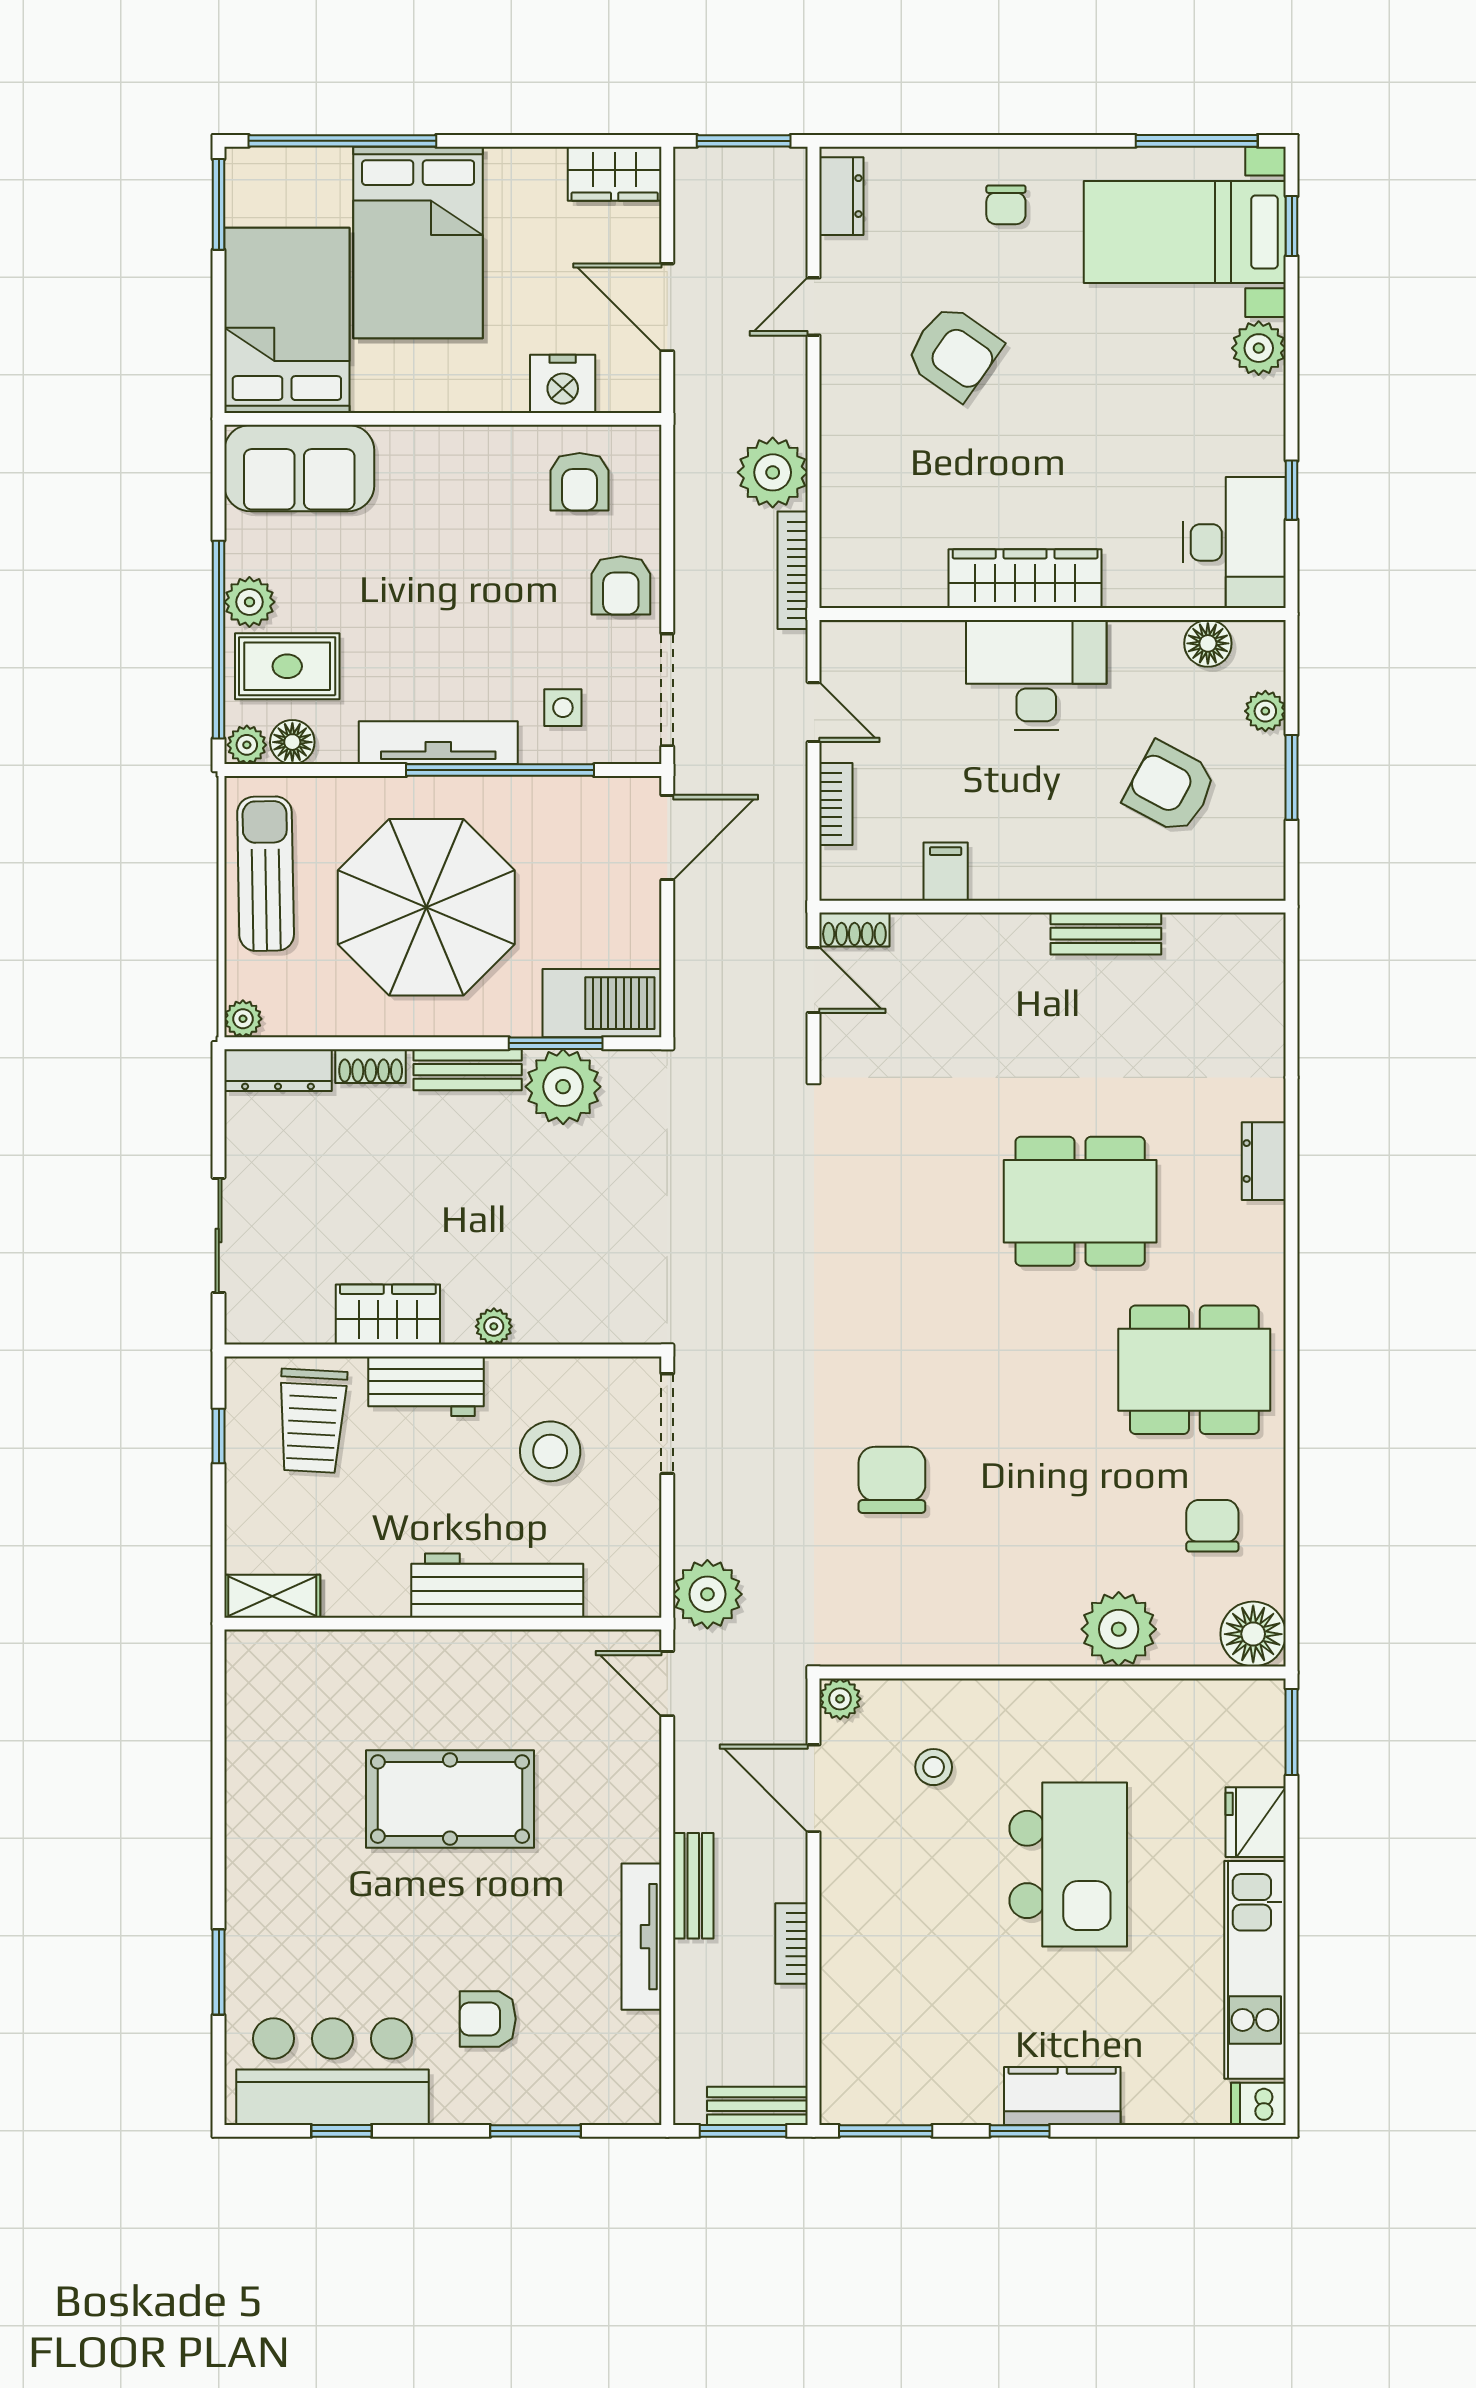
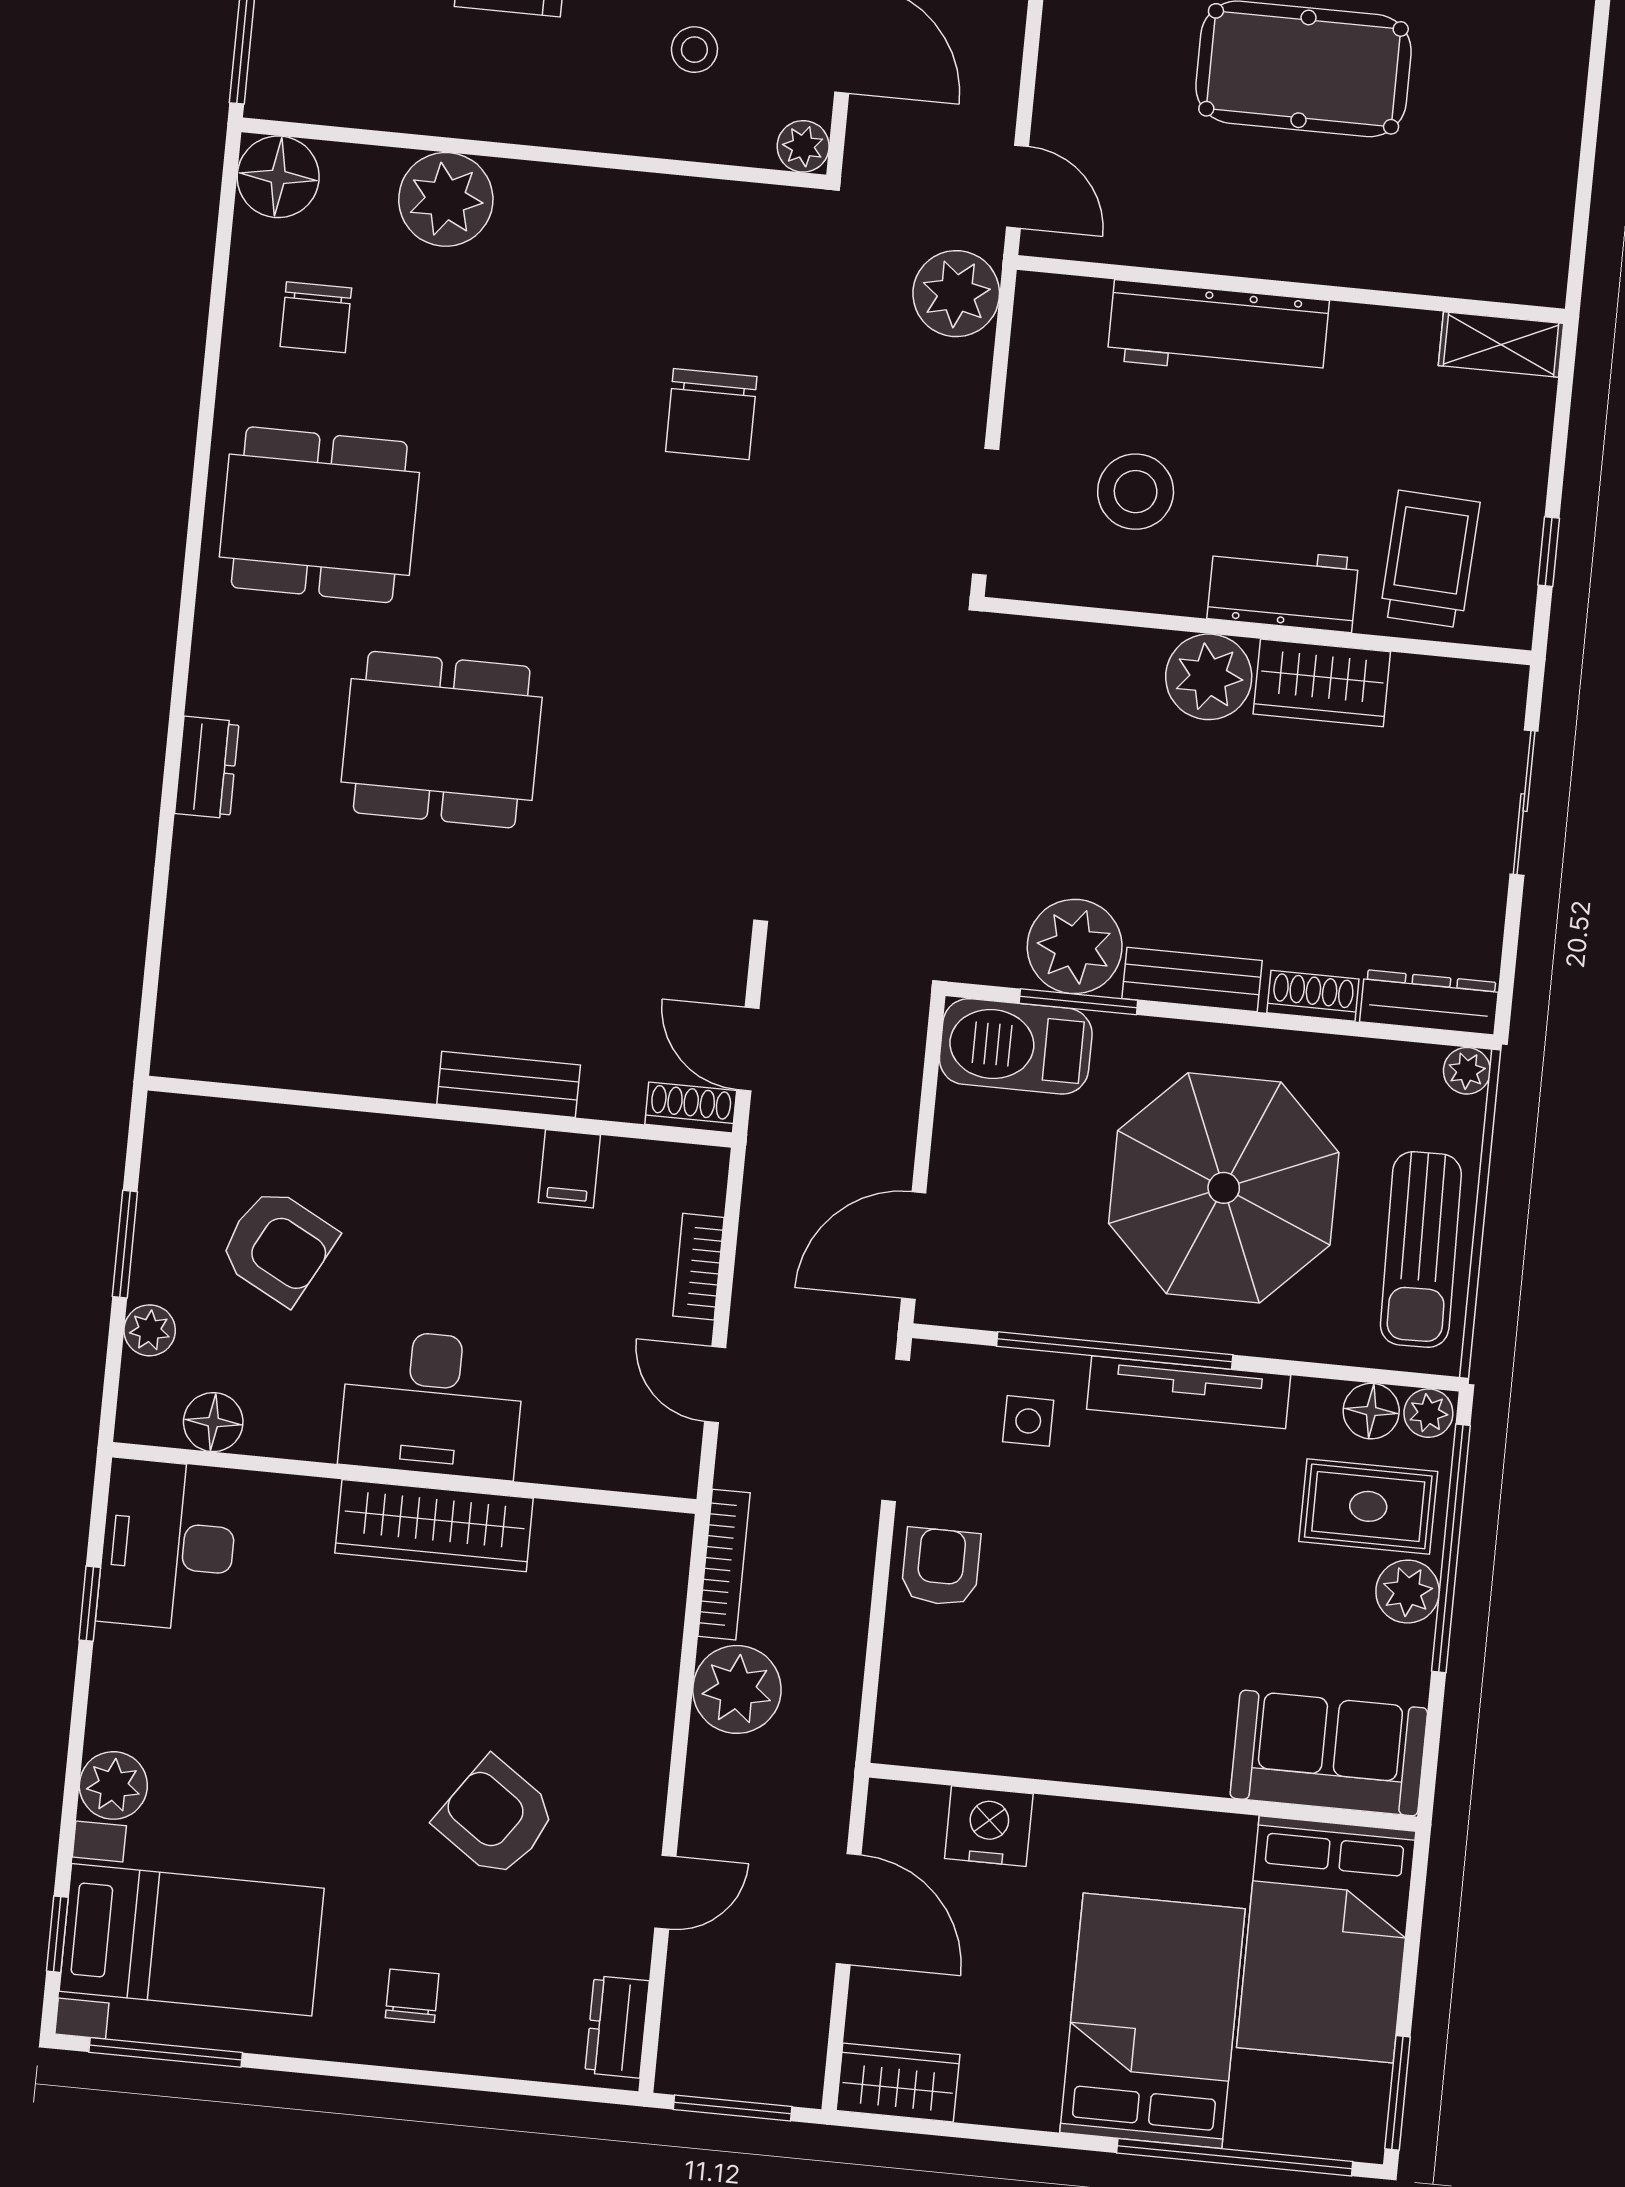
armchair: (580, 482) -> (980, 1702), removed
bench: (1106, 934) -> (509, 1084), moved
plant: (494, 1326) -> (1209, 677), width x1.87, depth x1.87

